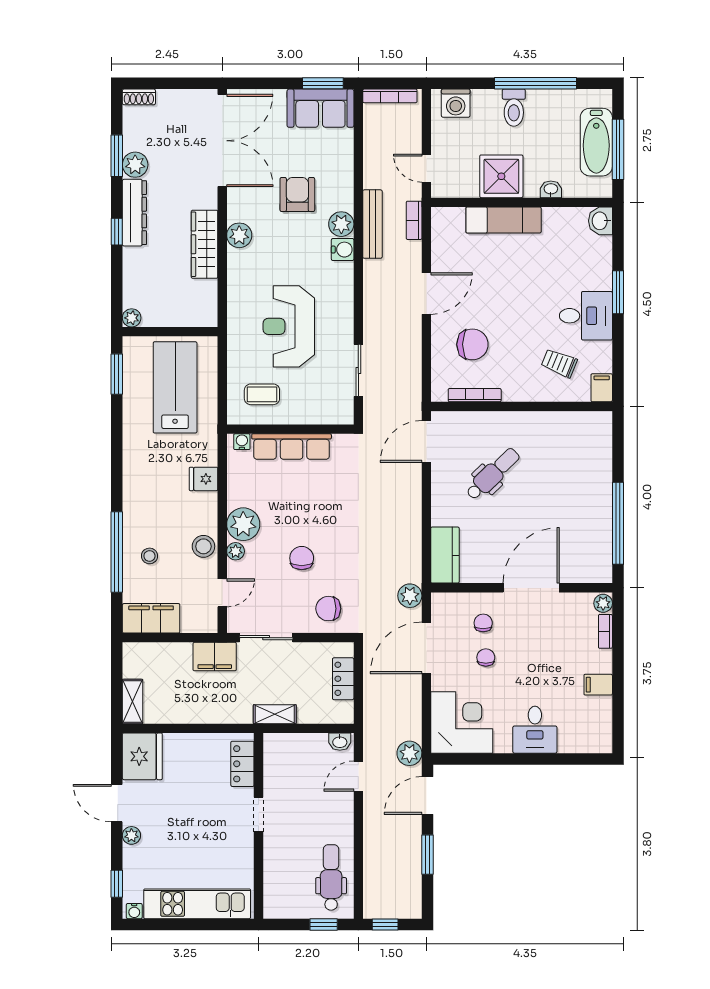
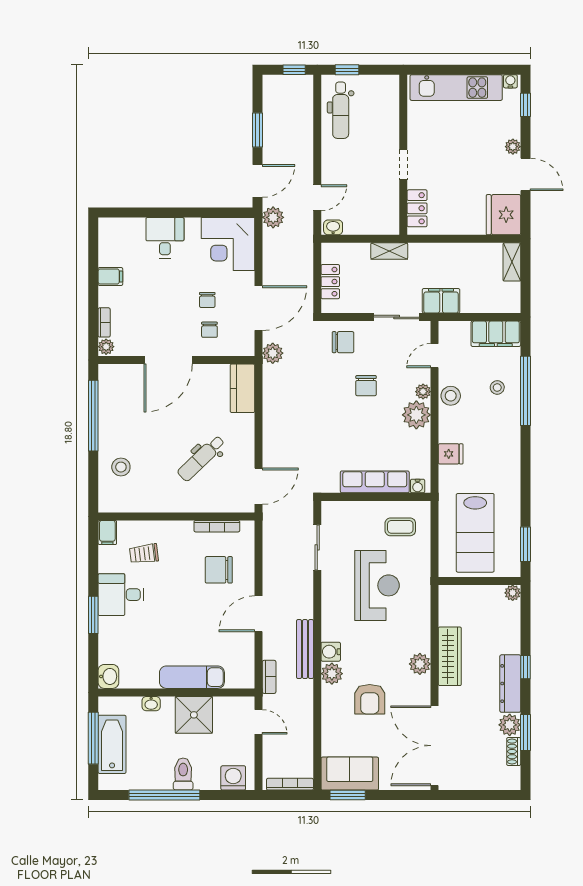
shoe rack: (139, 97) -> (514, 751), moved, turned -90
bench: (372, 224) -> (305, 649), moved
trolley: (559, 363) -> (144, 554), turned 151
stool: (586, 464) -> (121, 467), added

